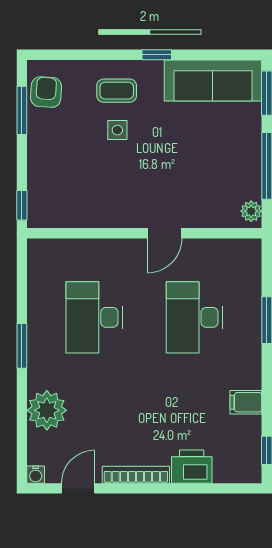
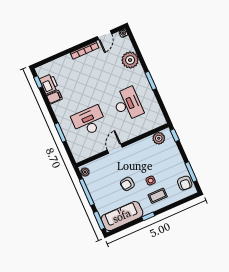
armchair: (171, 145) -> (127, 184), added
plant: (59, 214) -> (159, 138), added
desk: (194, 317) -> (89, 121), turned -90
printer: (192, 467) -> (49, 84), moved, turned -90

